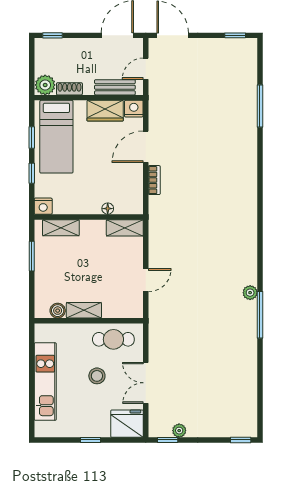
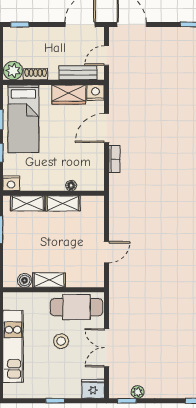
shelving: (125, 228) -> (63, 203), moved
cafe table: (113, 339) -> (76, 307), width x1.37, depth x1.35
fridge: (127, 424) -> (93, 389), width x0.73, depth x0.75

